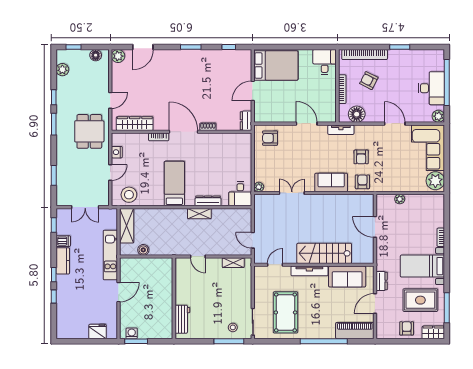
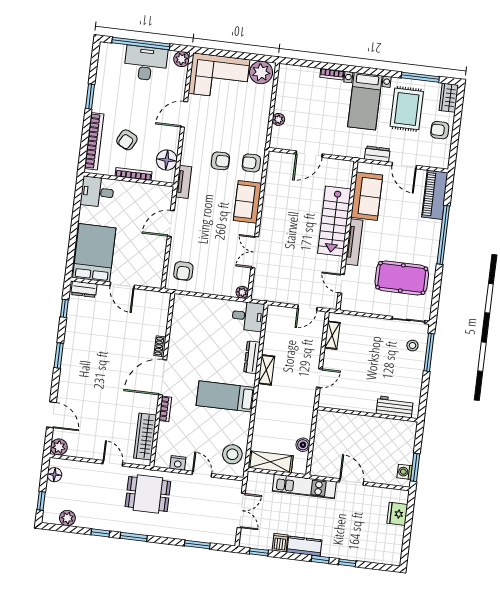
dresser: (246, 121) -> (84, 289), moved

